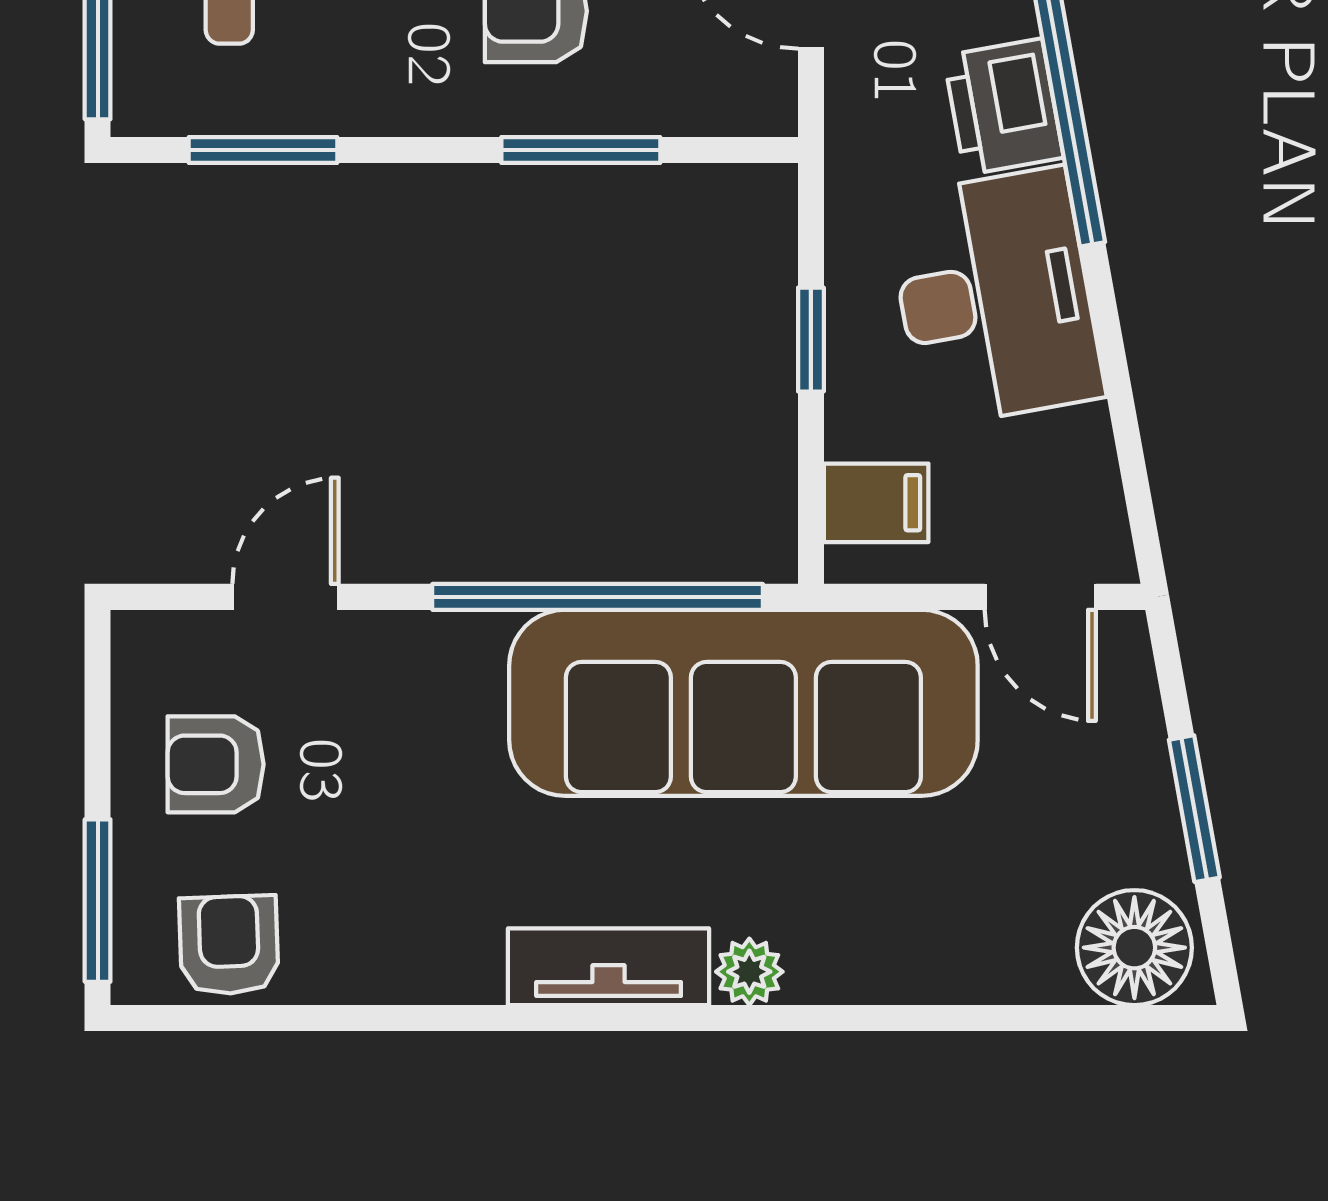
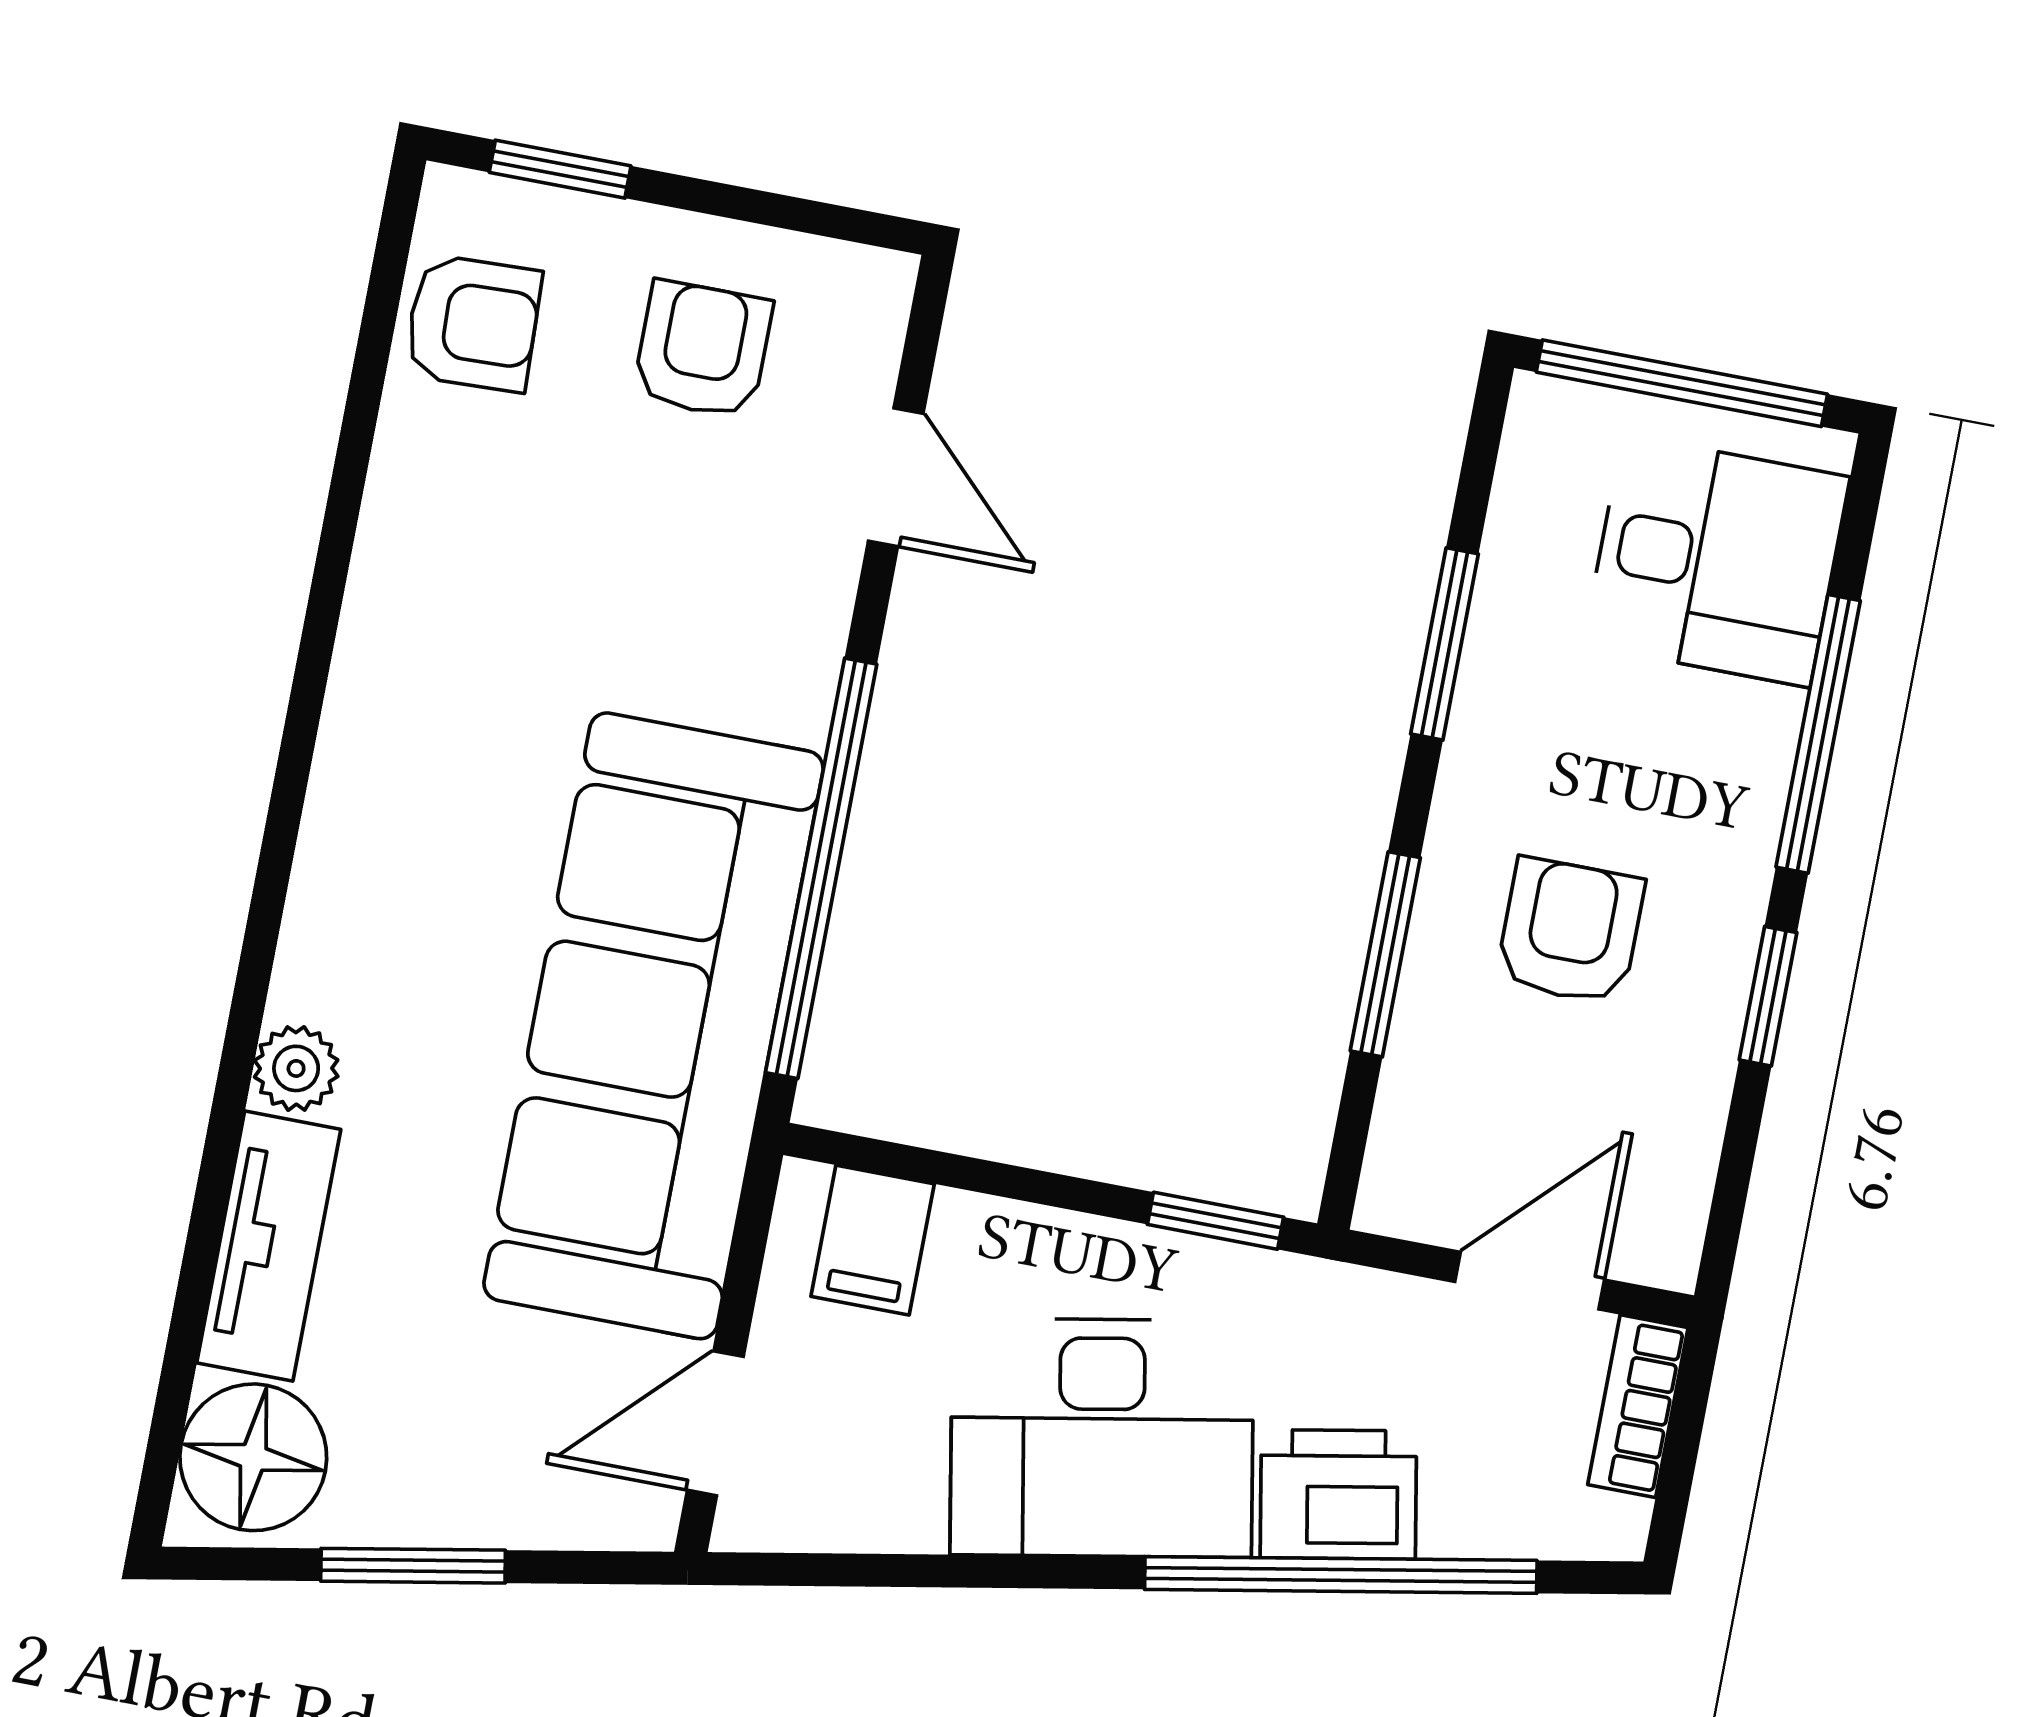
window: (263, 150) -> (1445, 644), moved
window: (811, 340) -> (1216, 1221), moved
window: (98, 901) -> (560, 169), width x0.67
tv unit: (609, 967) -> (269, 1246), moved
plant: (749, 972) -> (296, 1068), moved

